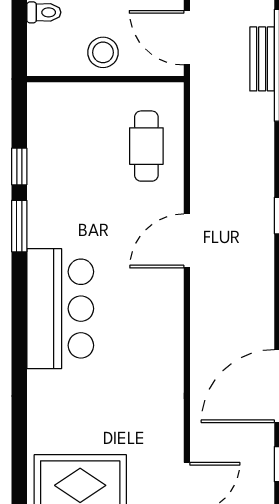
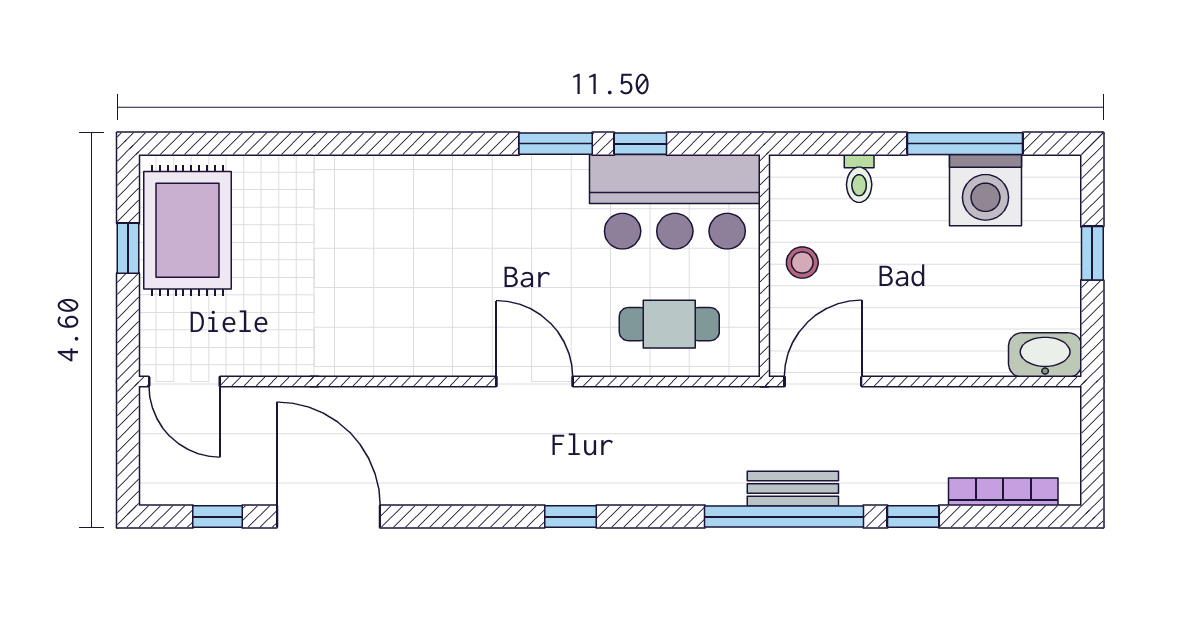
stool: (103, 52) -> (802, 263), width x0.73, depth x0.73
bar counter: (60, 309) -> (675, 202), moved

